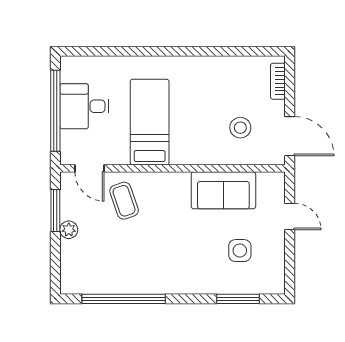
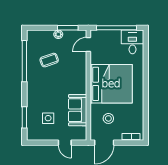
desk: (84, 106) -> (132, 42), moved
bed: (150, 122) -> (111, 84), width x2.04
coffee table: (124, 201) -> (49, 60), moved
door: (290, 216) -> (65, 143), hinge flipped

